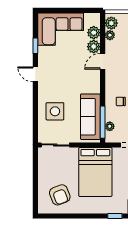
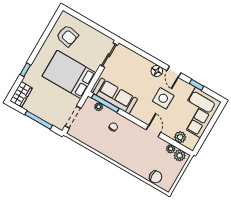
plant: (94, 47) -> (169, 131), removed
door: (35, 74) -> (174, 72), swing flipped
floor lamp: (44, 91) -> (157, 71), added
side table: (55, 111) -> (163, 98), moved
armchair: (60, 195) -> (67, 36), turned -148

